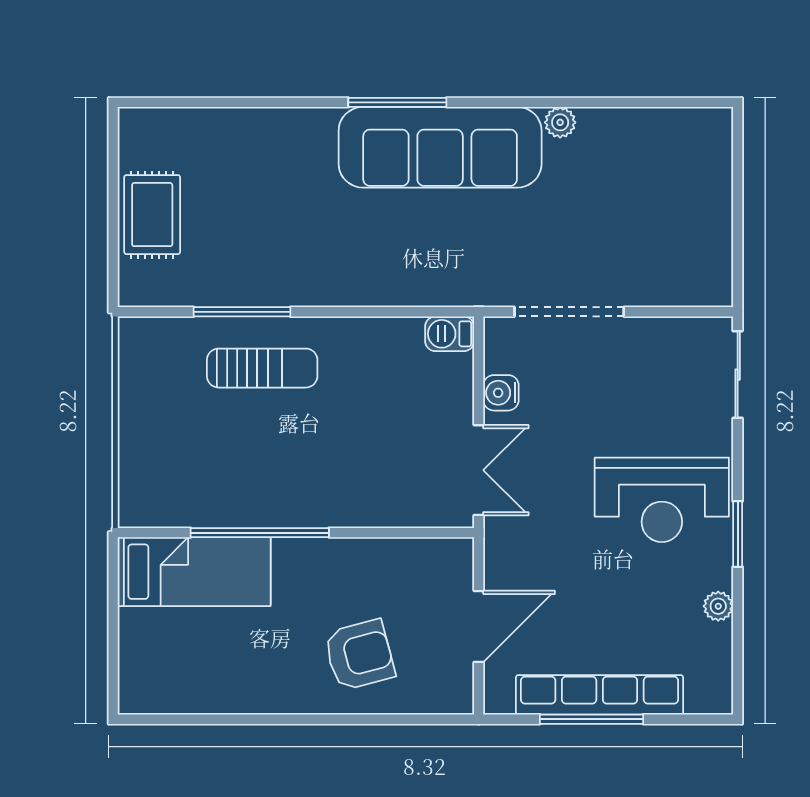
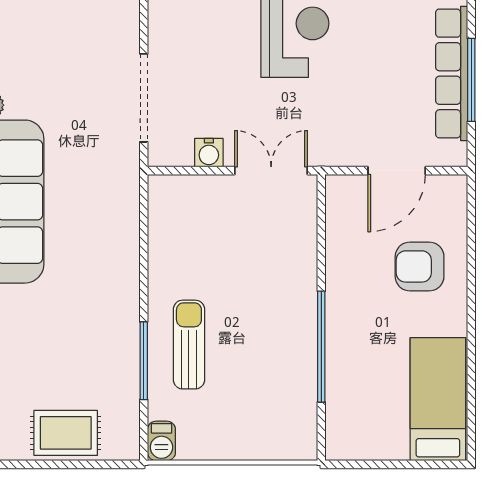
barbecue: (450, 334) -> (161, 441), moved
bed: (194, 572) -> (438, 399), moved
door: (479, 626) -> (397, 171), swing flipped
armchair: (359, 655) -> (420, 266), turned -75

